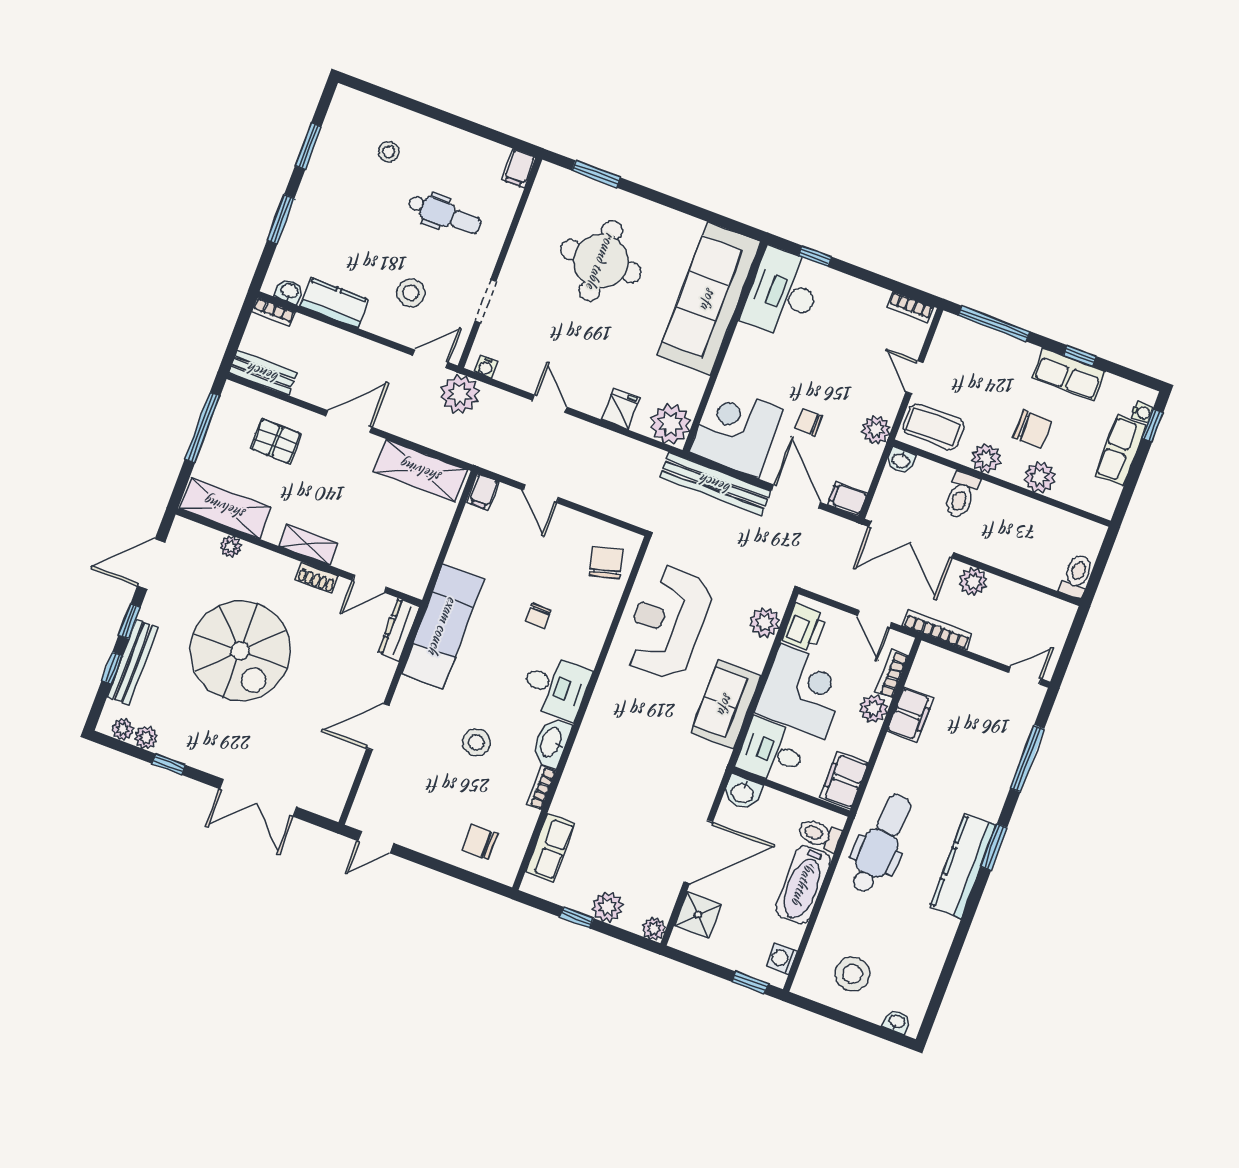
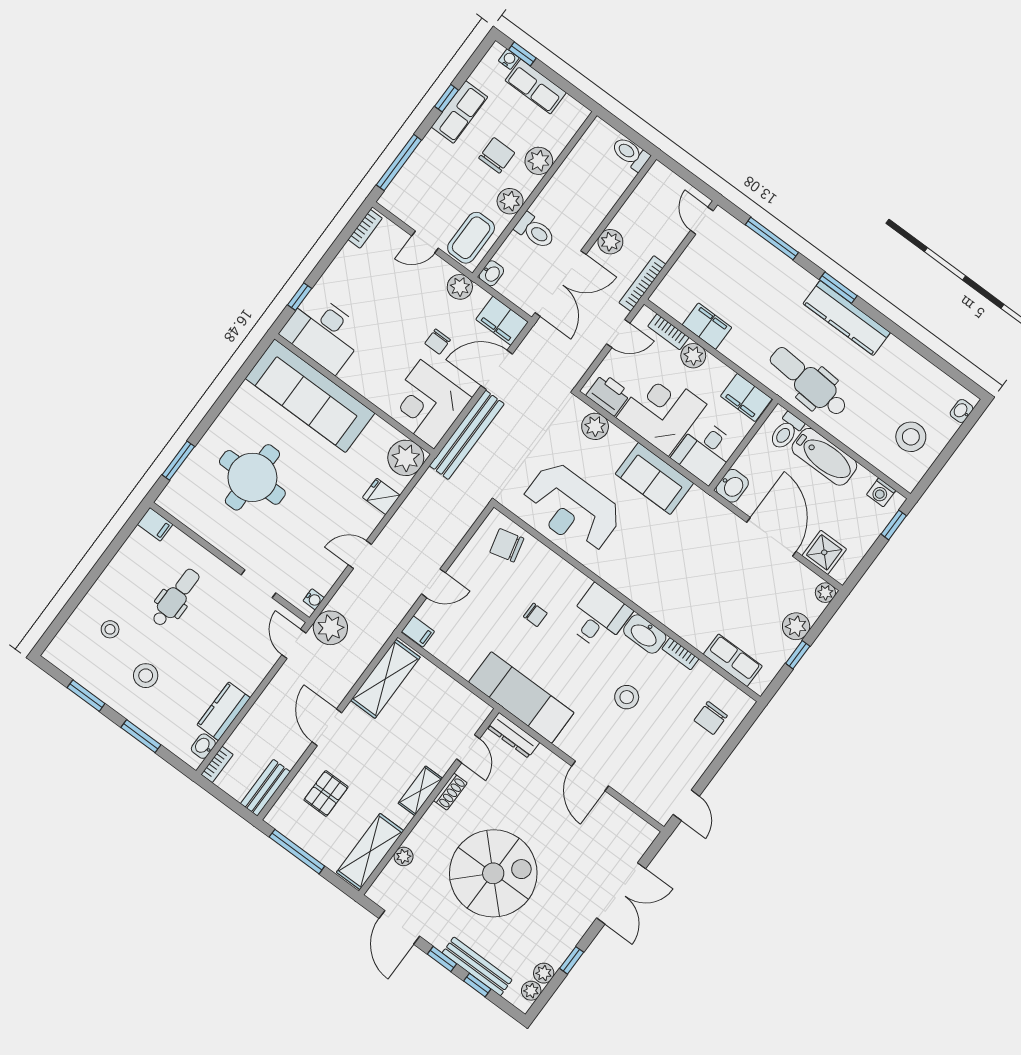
stool: (411, 293) -> (146, 676), moved
filing cabinet: (847, 499) -> (502, 321), width x2.00

